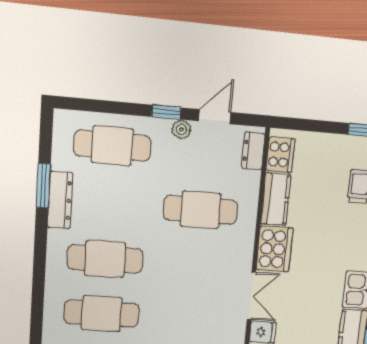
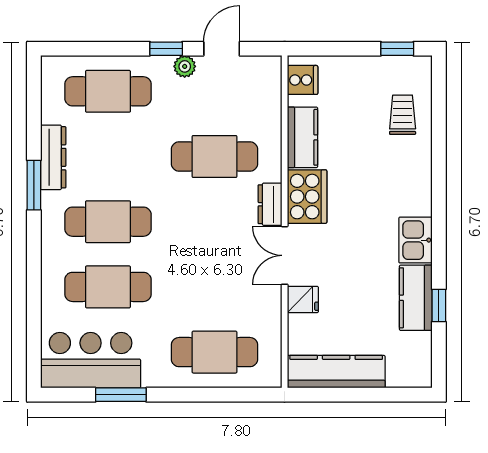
dresser: (253, 151) -> (270, 204), moved
cooker: (280, 155) -> (303, 80), width x0.73
window: (43, 186) -> (34, 185), moved
double door: (251, 296) -> (285, 255), swing flipped

